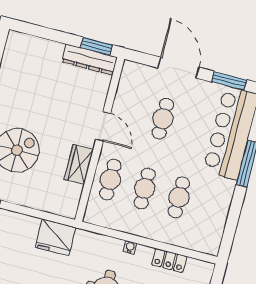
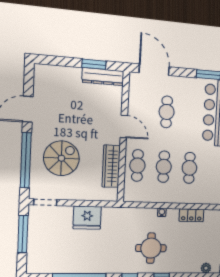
window: (96, 46) -> (94, 64), moved
door: (178, 68) -> (154, 70), moved
wardrobe: (79, 164) -> (111, 166), width x1.50
fridge: (56, 237) -> (87, 218), moved

